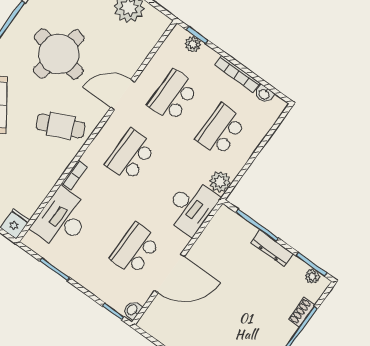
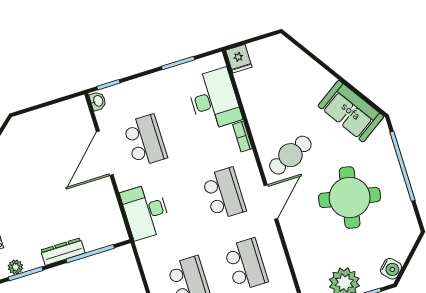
door: (123, 95) -> (271, 202), moved
plant: (220, 182) -> (148, 250), removed

